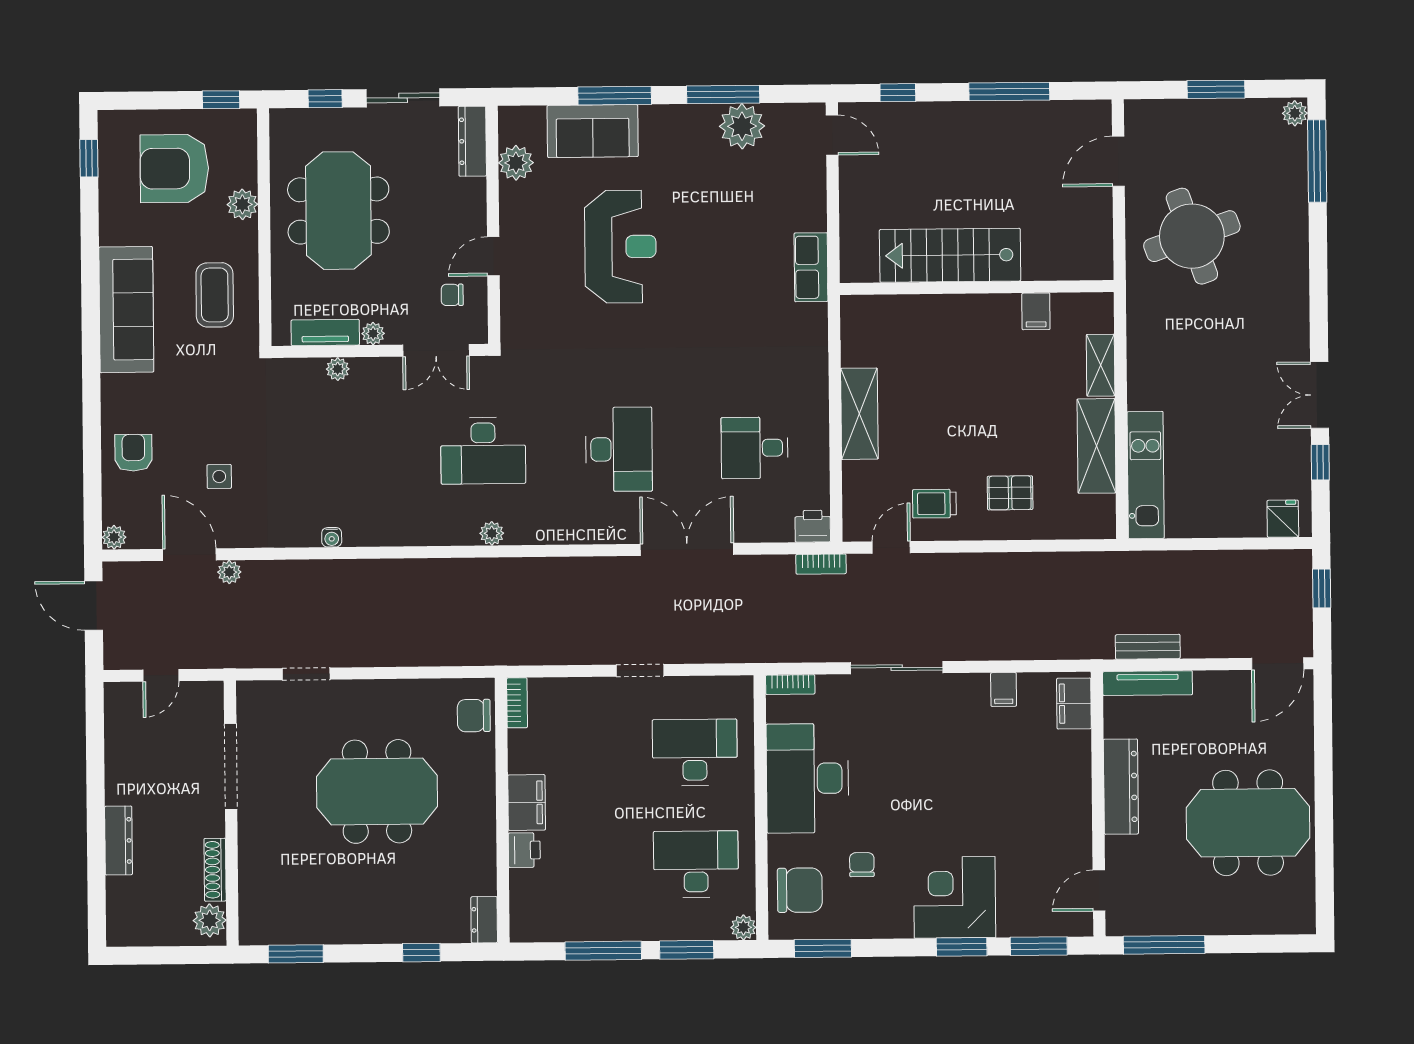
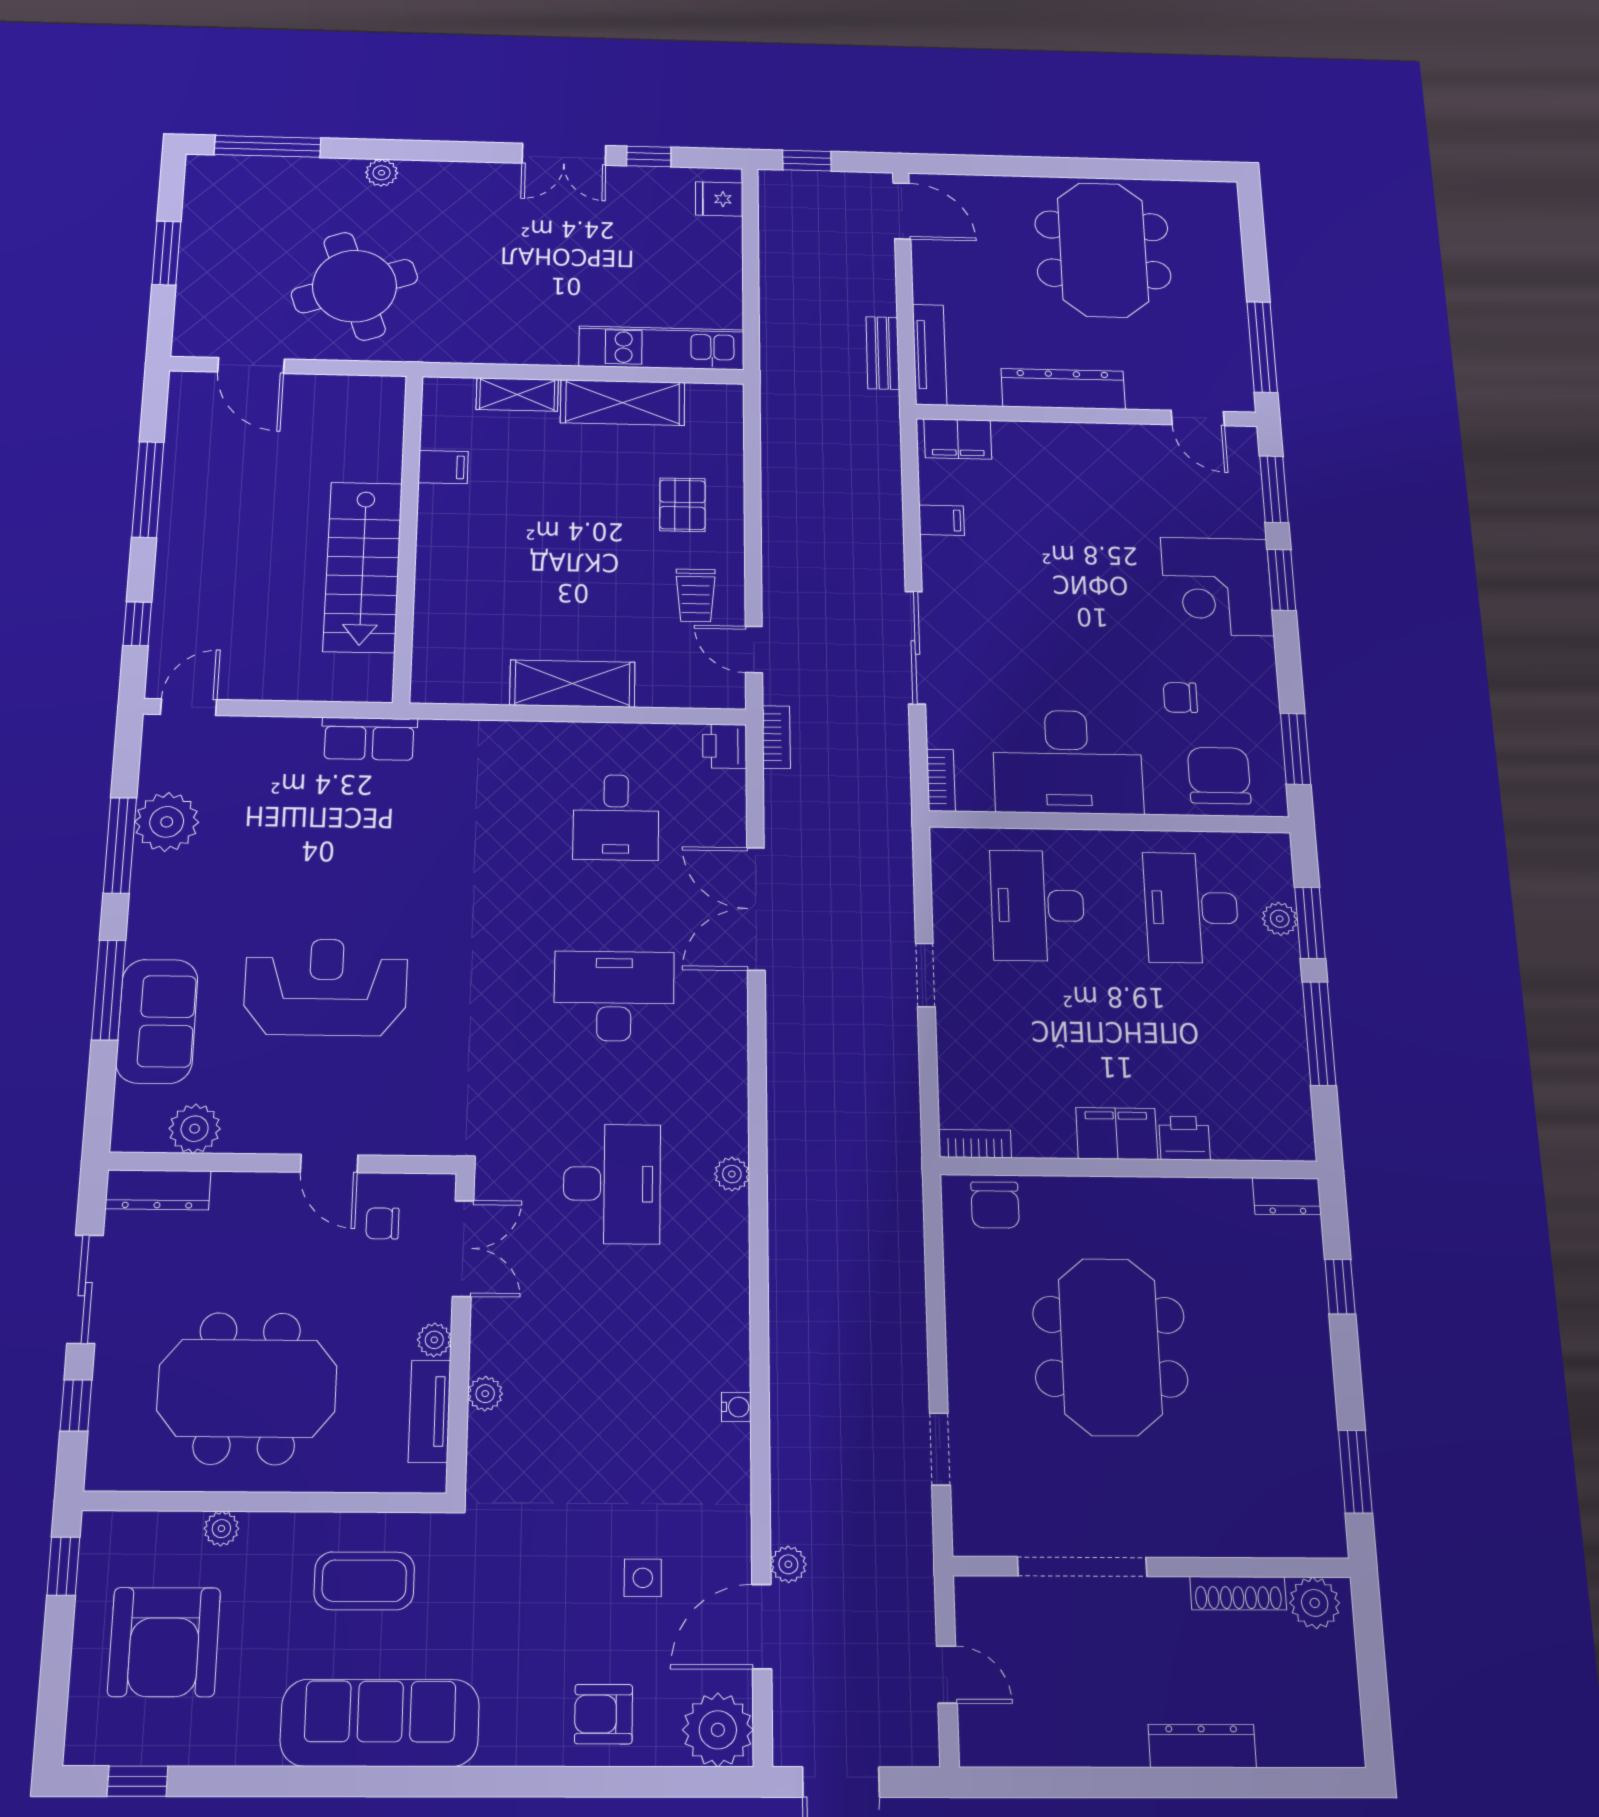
plant: (1295, 113) -> (382, 173), moved
plant: (242, 204) -> (221, 1529), width x0.73, depth x0.73
chair: (452, 295) -> (382, 1223), turned 90
plant: (114, 537) -> (718, 1730), width x1.87, depth x1.87
plant: (743, 927) -> (1280, 919), moved

